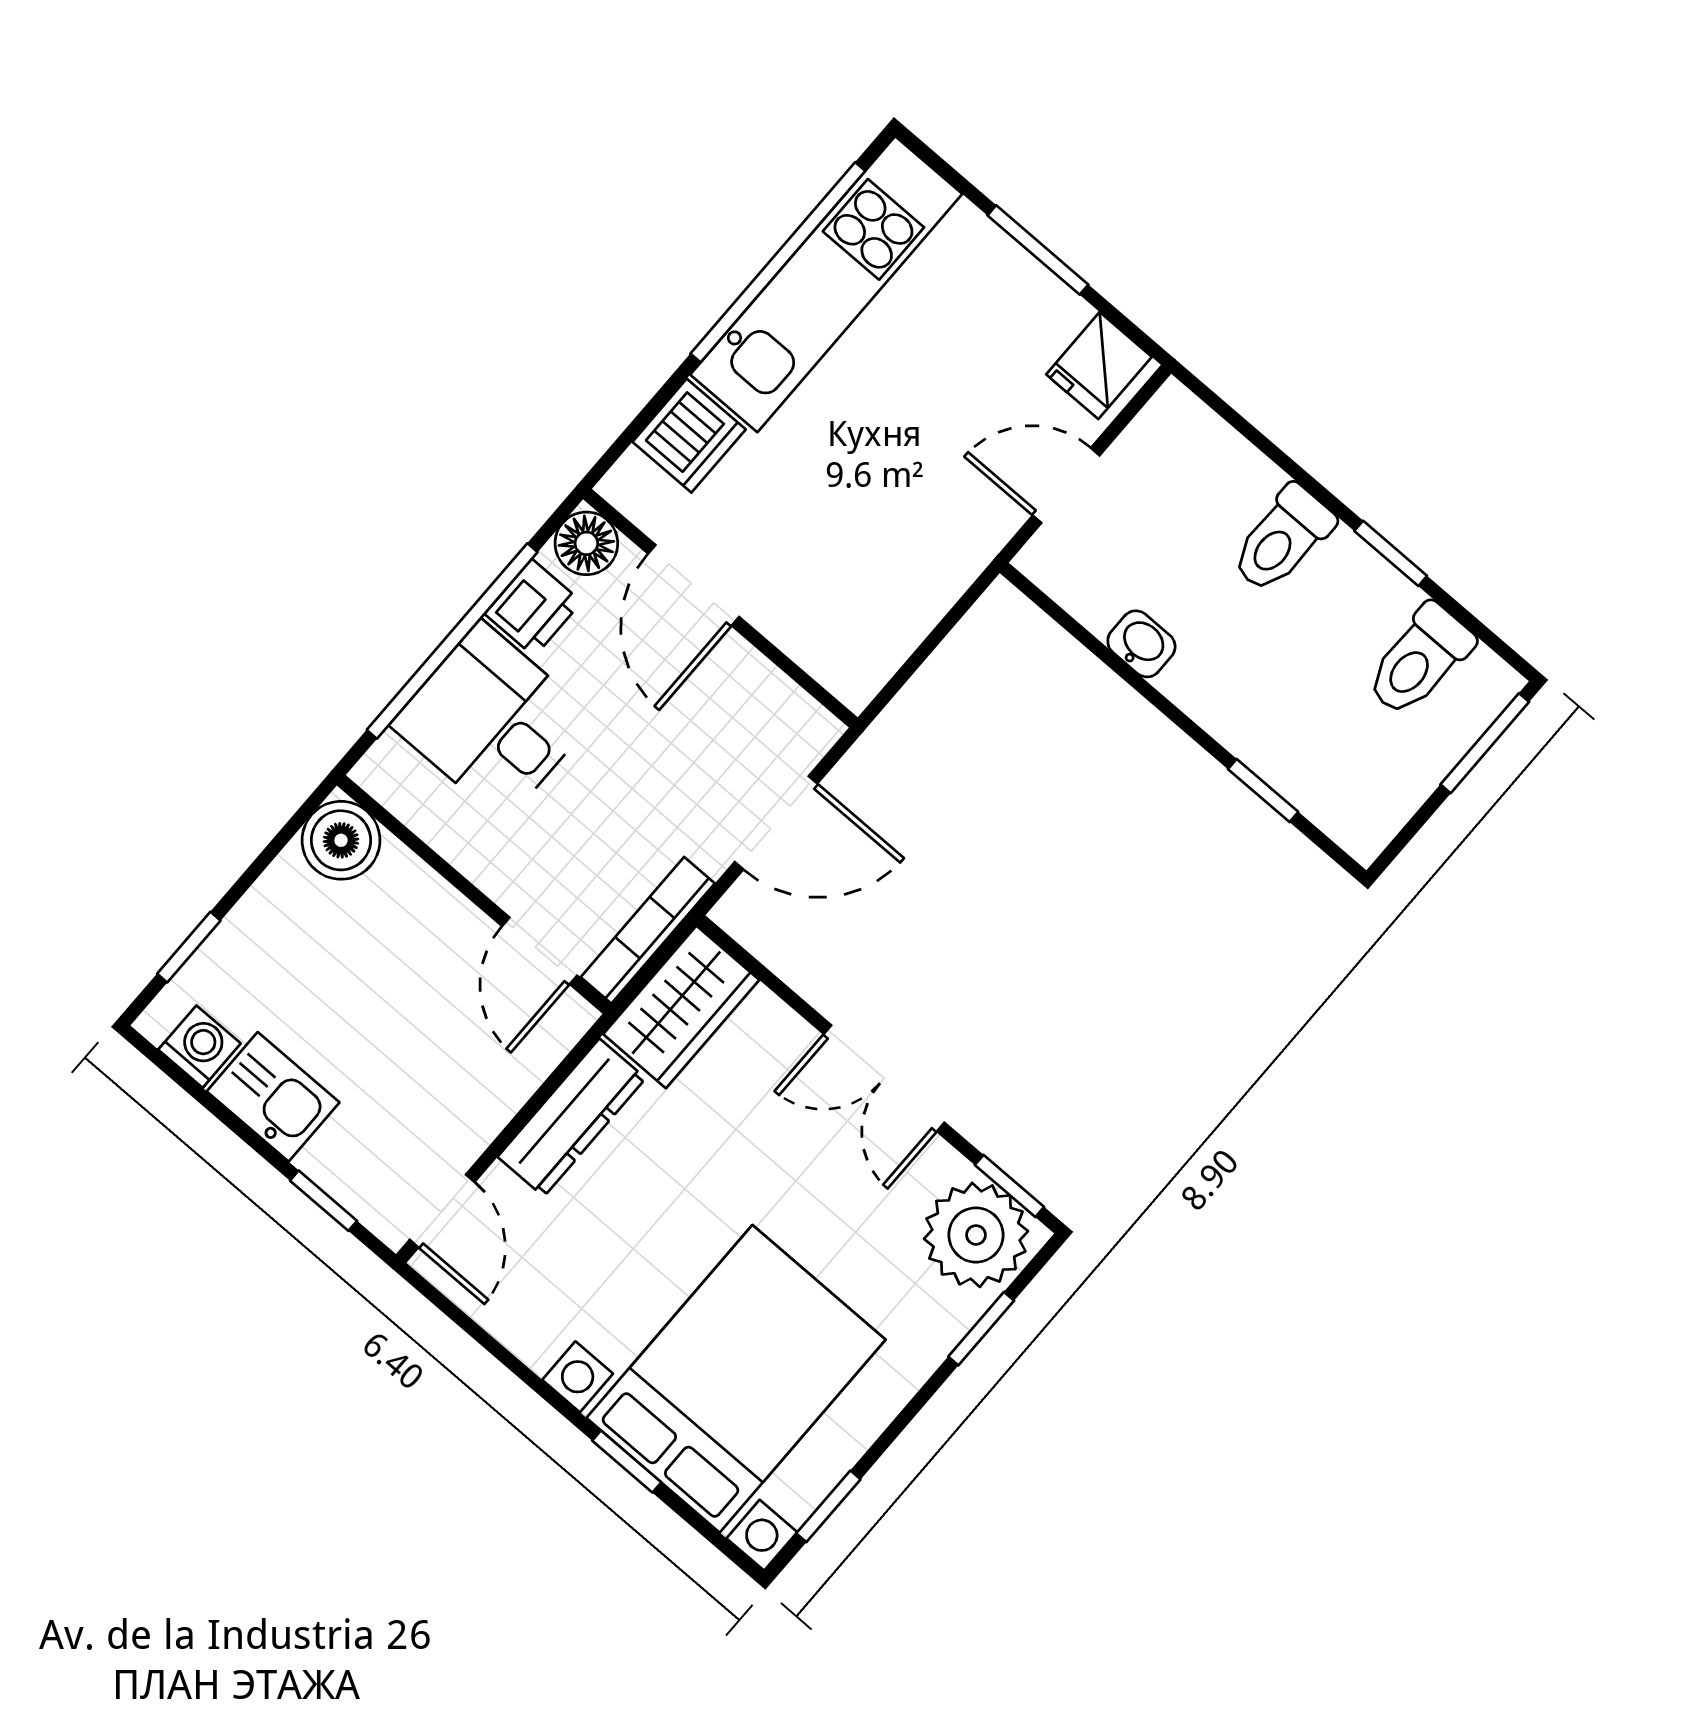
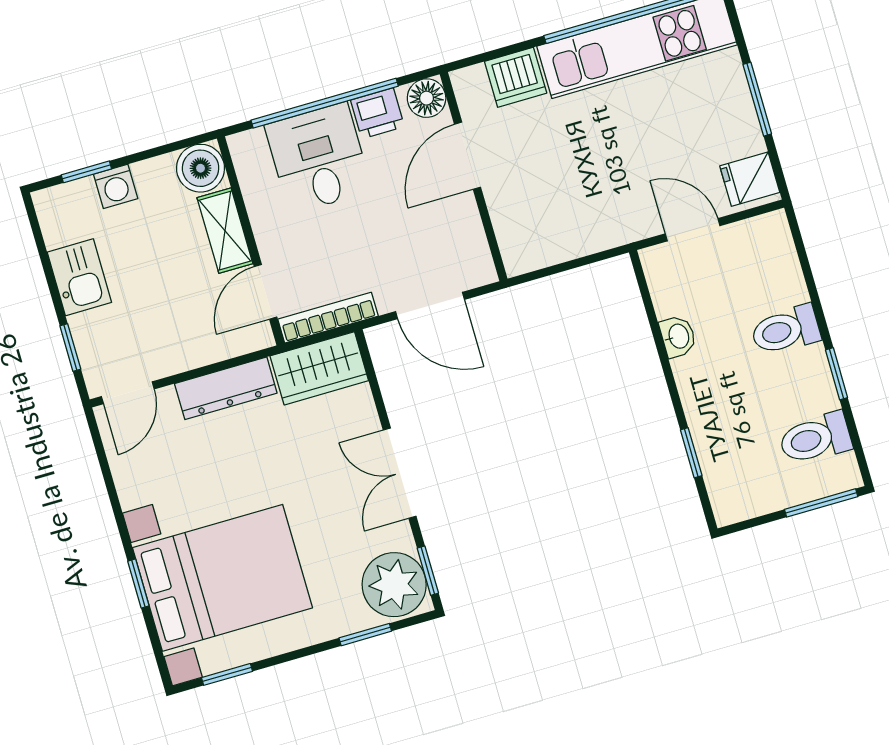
shelving: (430, 903) -> (225, 231), added
washing machine: (199, 1047) -> (116, 186), moved, turned 90

